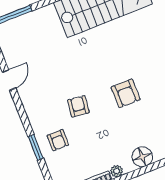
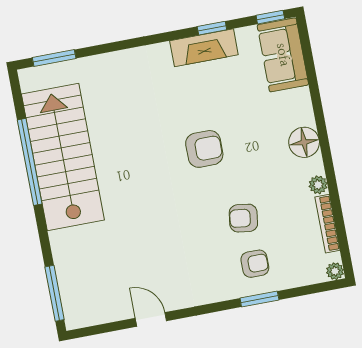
armchair: (78, 106) -> (243, 218), moved

